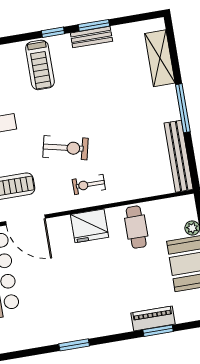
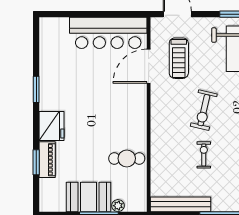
exercise bike: (89, 185) -> (204, 155), moved
fridge: (89, 226) -> (52, 126), moved, turned 180

